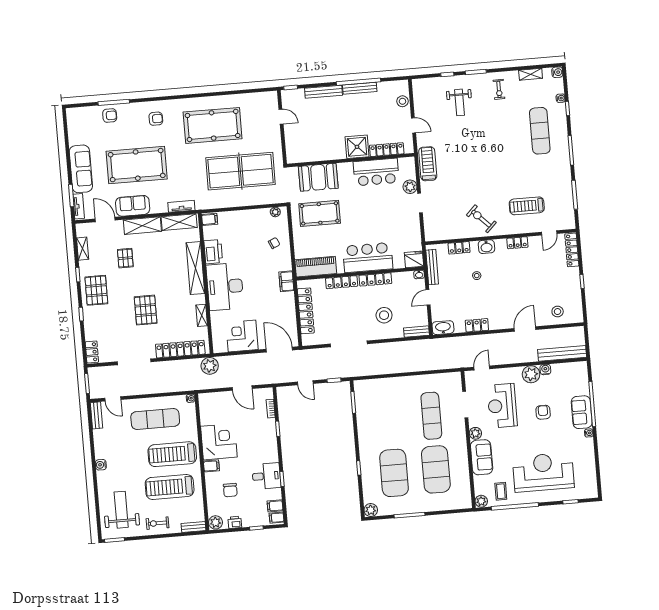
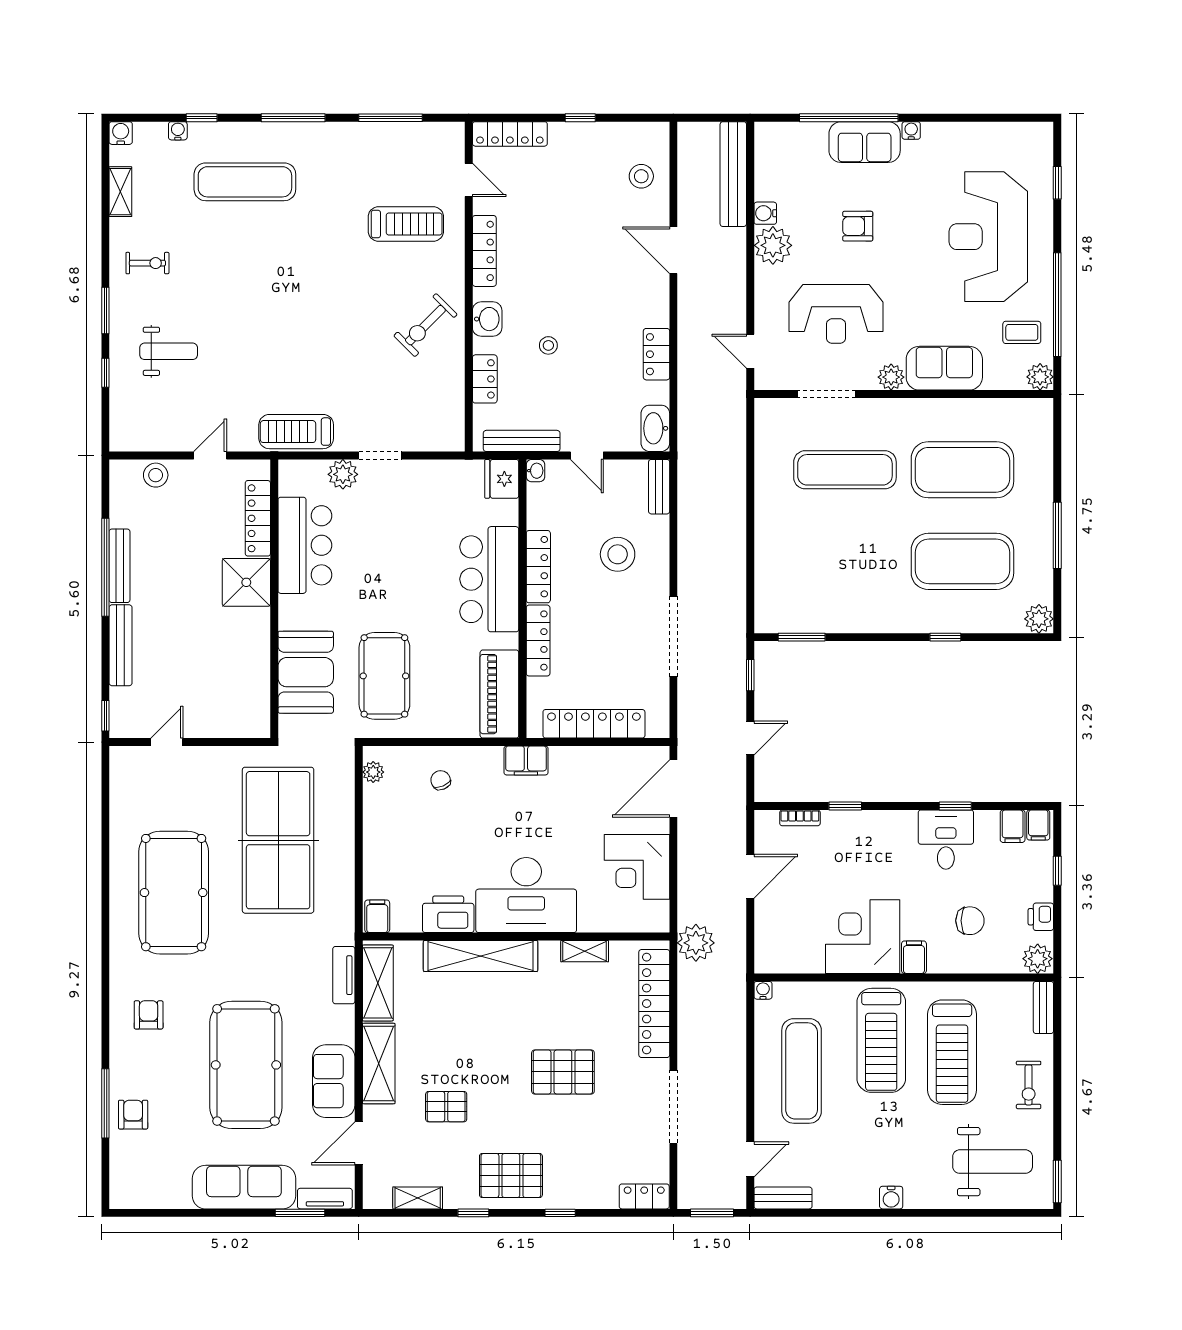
treadmill: (527, 206) -> (406, 224), turned -90
locker: (517, 243) -> (484, 251), width x1.53
weight bench: (121, 510) -> (993, 1162), turned 180

